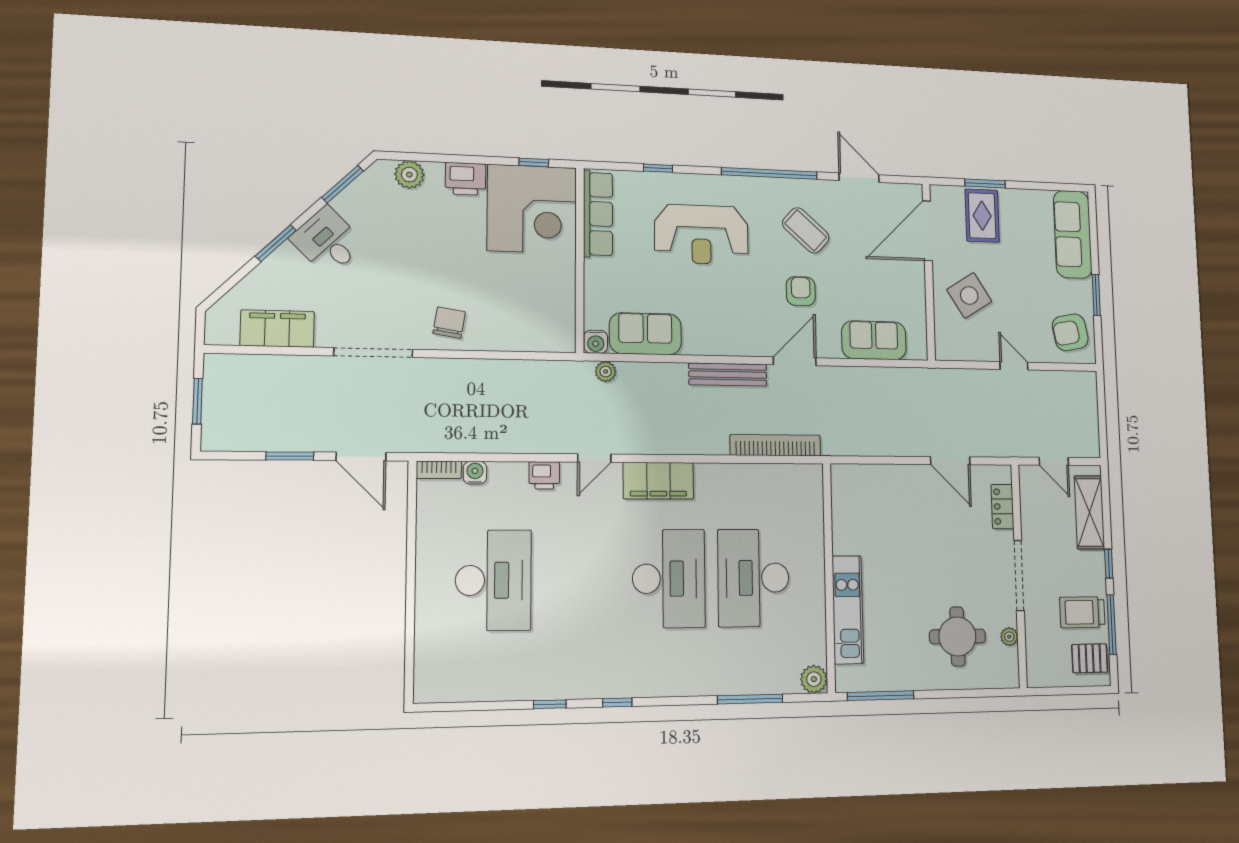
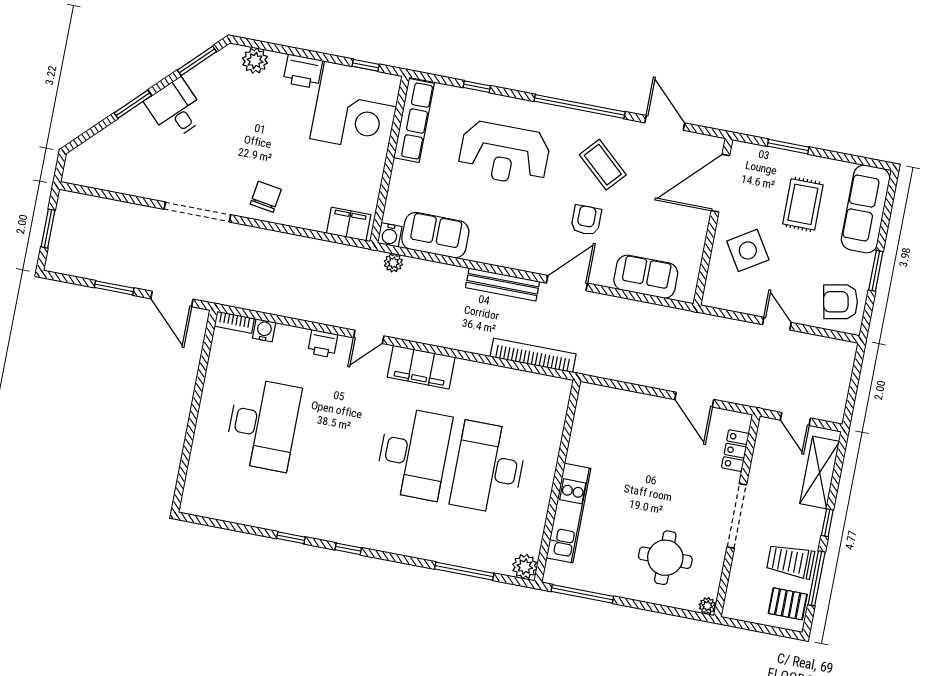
rug: (982, 216) -> (803, 204), moved
filing cabinet: (277, 329) -> (349, 224), moved, width x0.67, depth x0.86
plant: (1009, 637) -> (707, 606), moved

